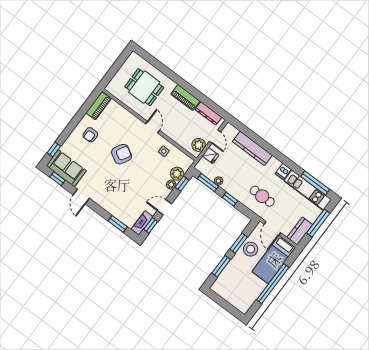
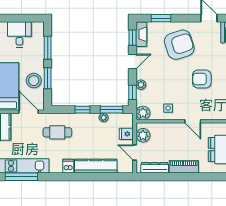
armchair: (122, 154) -> (202, 79), turned 60
dishwasher: (283, 172) -> (68, 166), moved
plant: (177, 174) -> (143, 113), moved
armchair: (119, 193) -> (179, 45), added
desk: (235, 293) -> (19, 34), added

